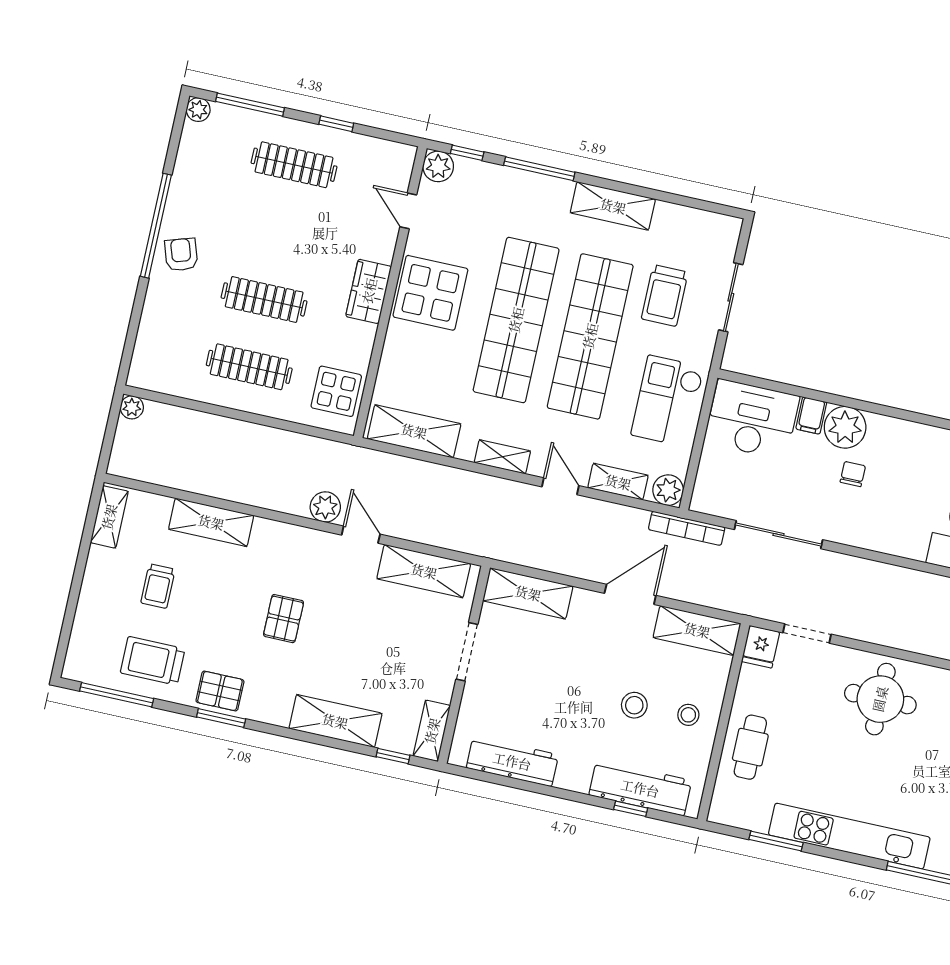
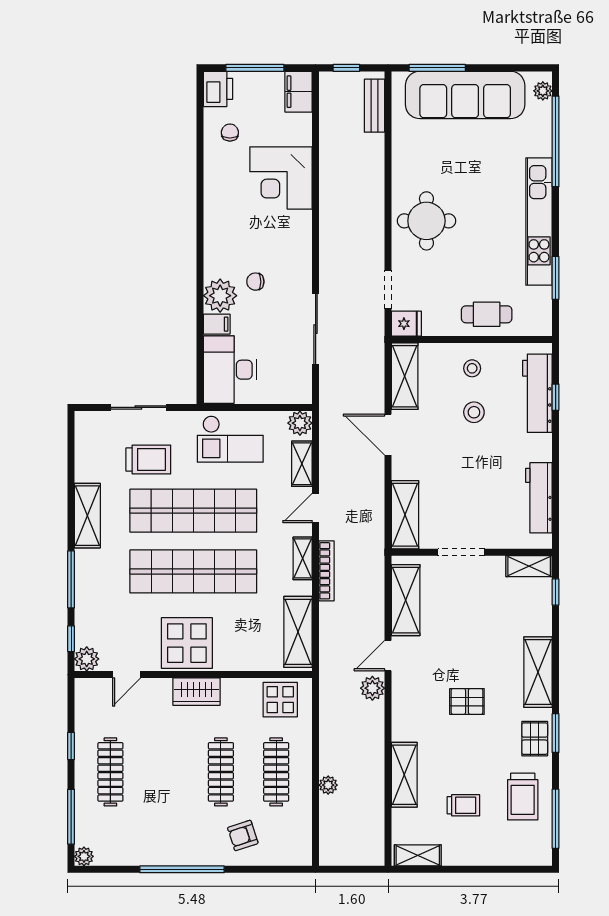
armchair: (181, 255) -> (243, 835), moved
plant: (132, 407) -> (328, 785), moved
bookcase: (687, 528) -> (327, 571), moved
shelving: (335, 721) -> (538, 672), moved

